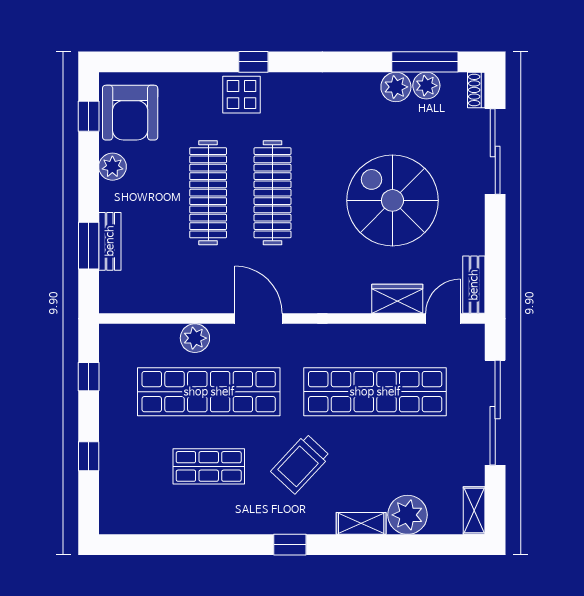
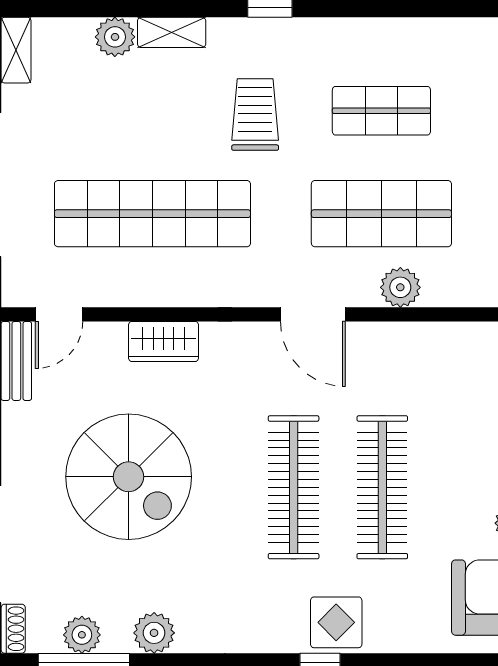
plant: (396, 87) -> (154, 633), moved
wardrobe: (397, 299) -> (163, 341), moved
shop shelf: (209, 392) -> (381, 214), width x0.71
trolley: (300, 464) -> (255, 115), turned -43
plant: (408, 515) -> (115, 37), width x0.73, depth x0.73

